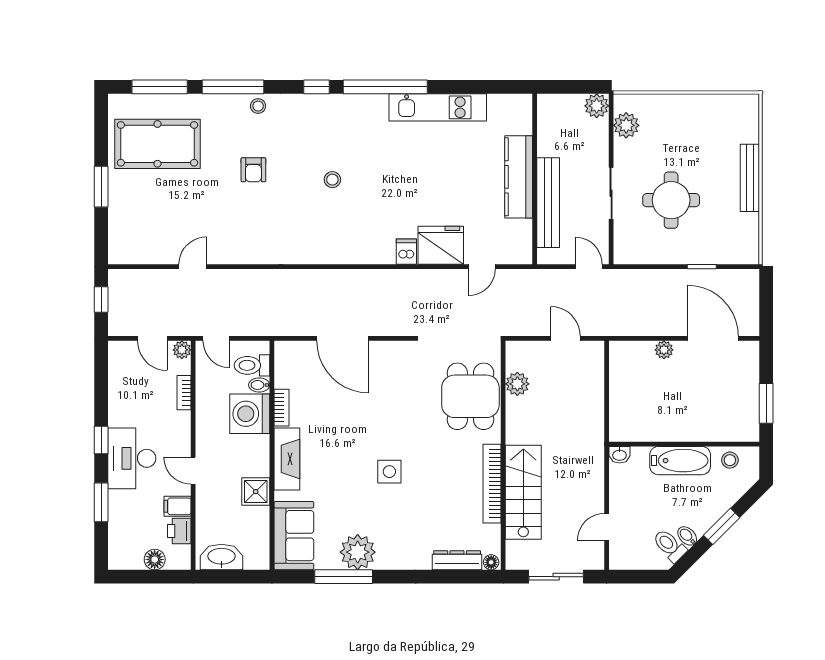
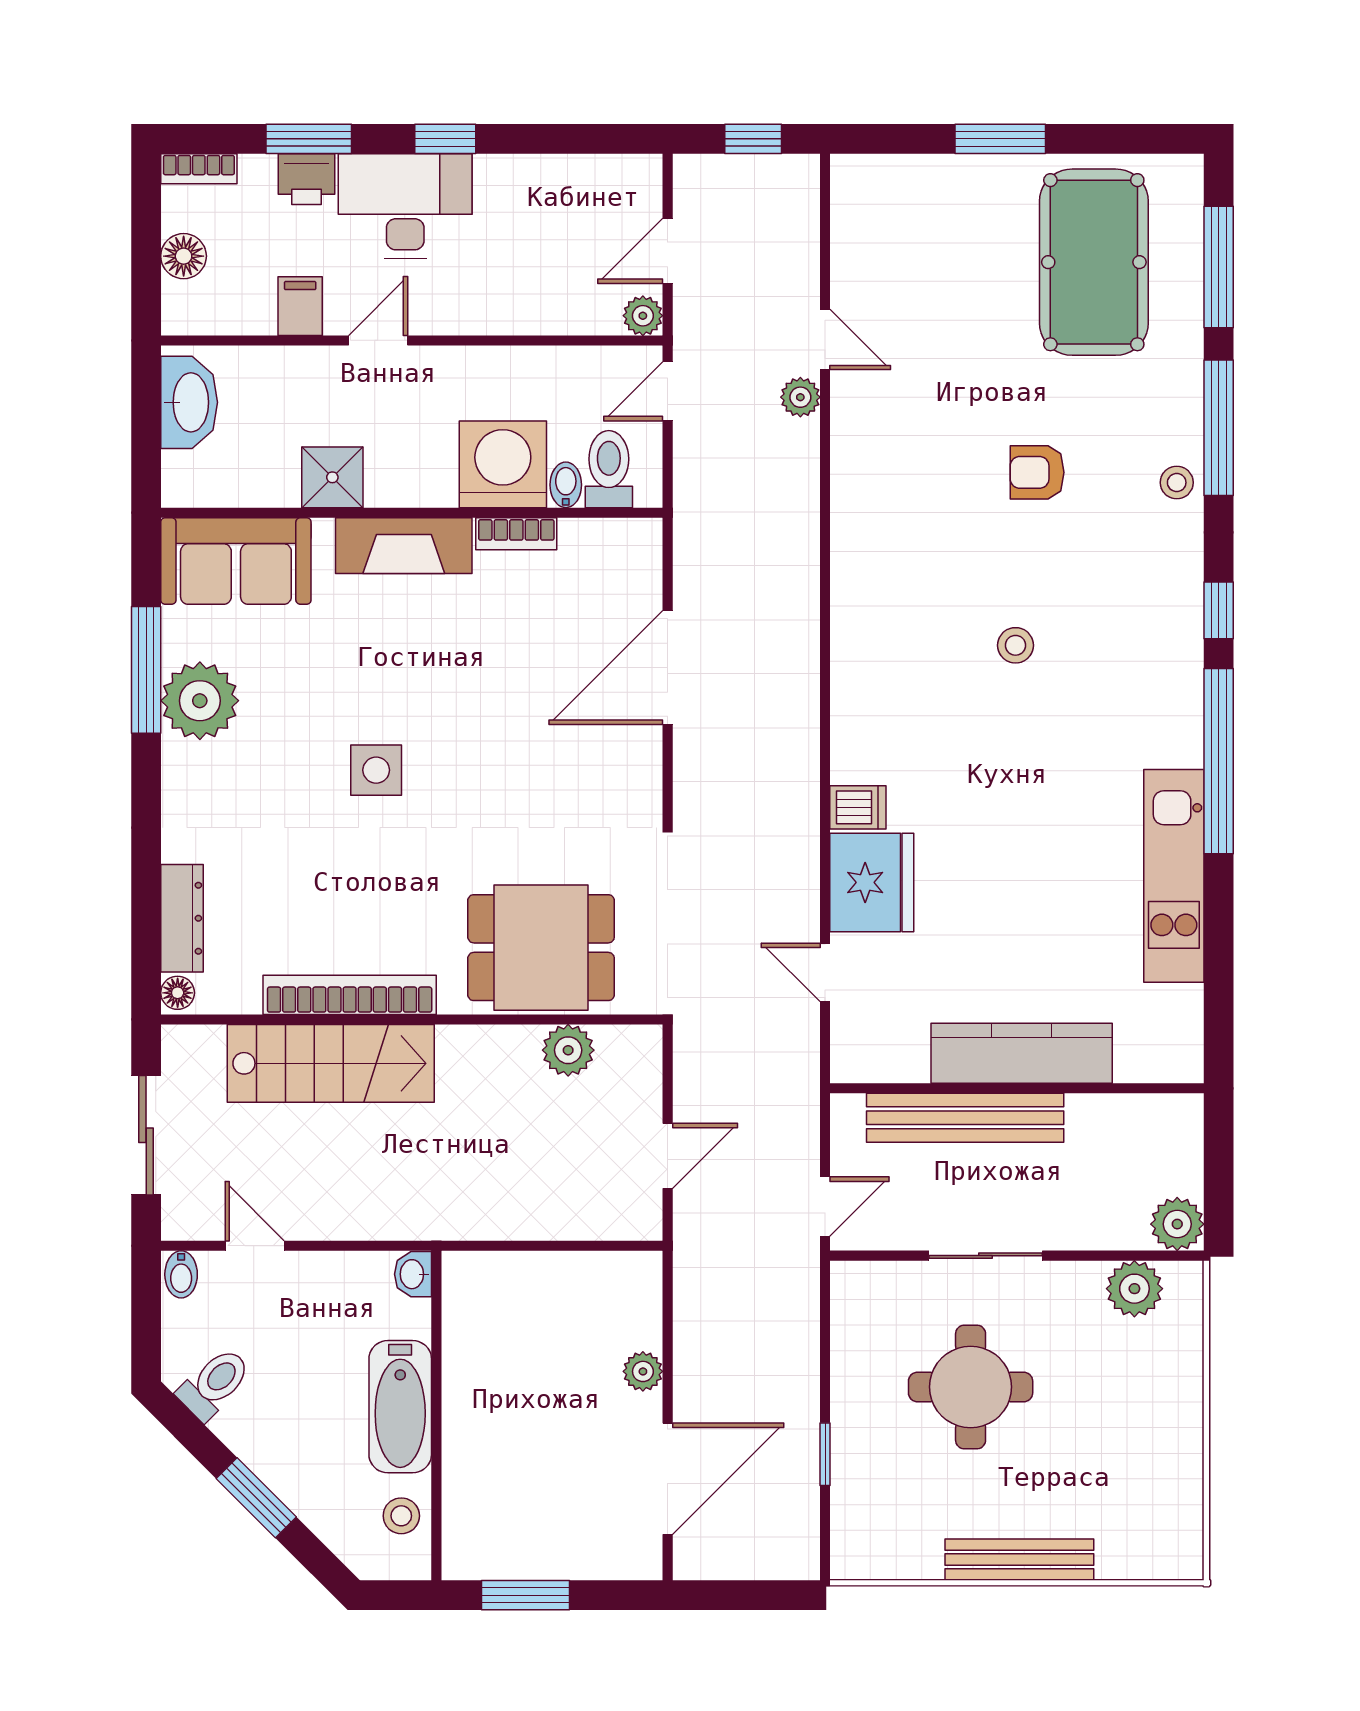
plant: (219, 278) -> (800, 397), added
bookcase: (184, 393) -> (199, 169), moved, turned 180
printer: (179, 531) -> (306, 179), moved, turned 180
bidet: (687, 536) -> (181, 1274), moved, turned 135

